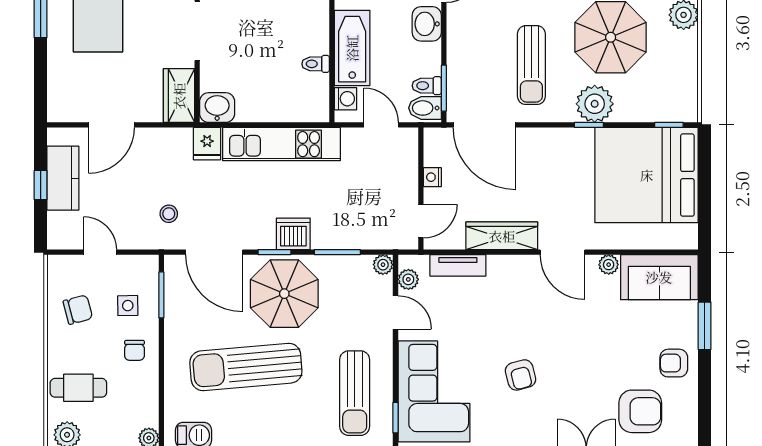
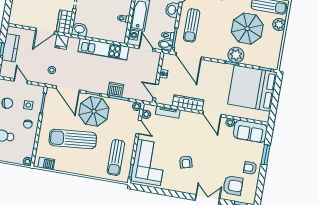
sun lounger: (531, 65) -> (192, 25), moved
door: (111, 125) -> (45, 31), moved
fridge: (207, 144) -> (62, 42), moved
door: (421, 221) -> (156, 91), swing flipped
dishwasher: (293, 234) -> (115, 90), moved

